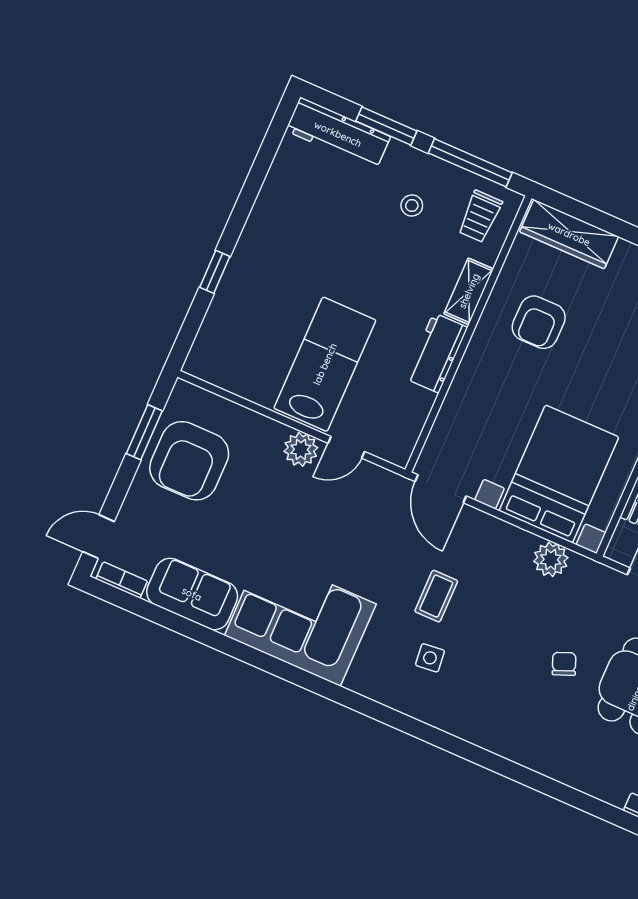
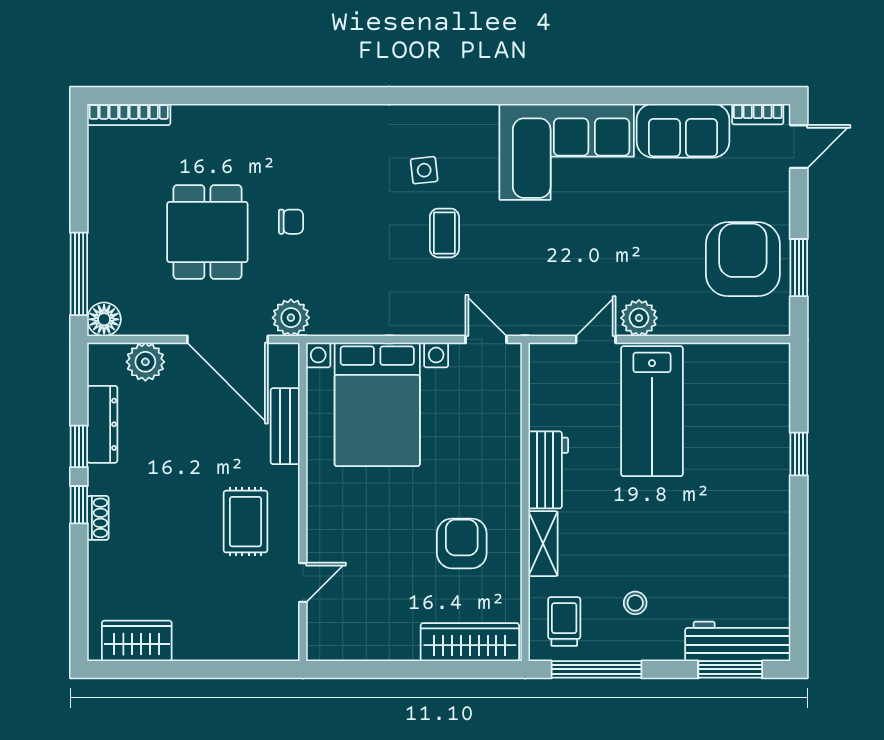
window: (386, 126) -> (730, 669), moved
door: (441, 489) -> (486, 339), width x0.73
plant: (551, 559) -> (291, 318), moved
chair: (564, 664) -> (291, 222), turned -68

